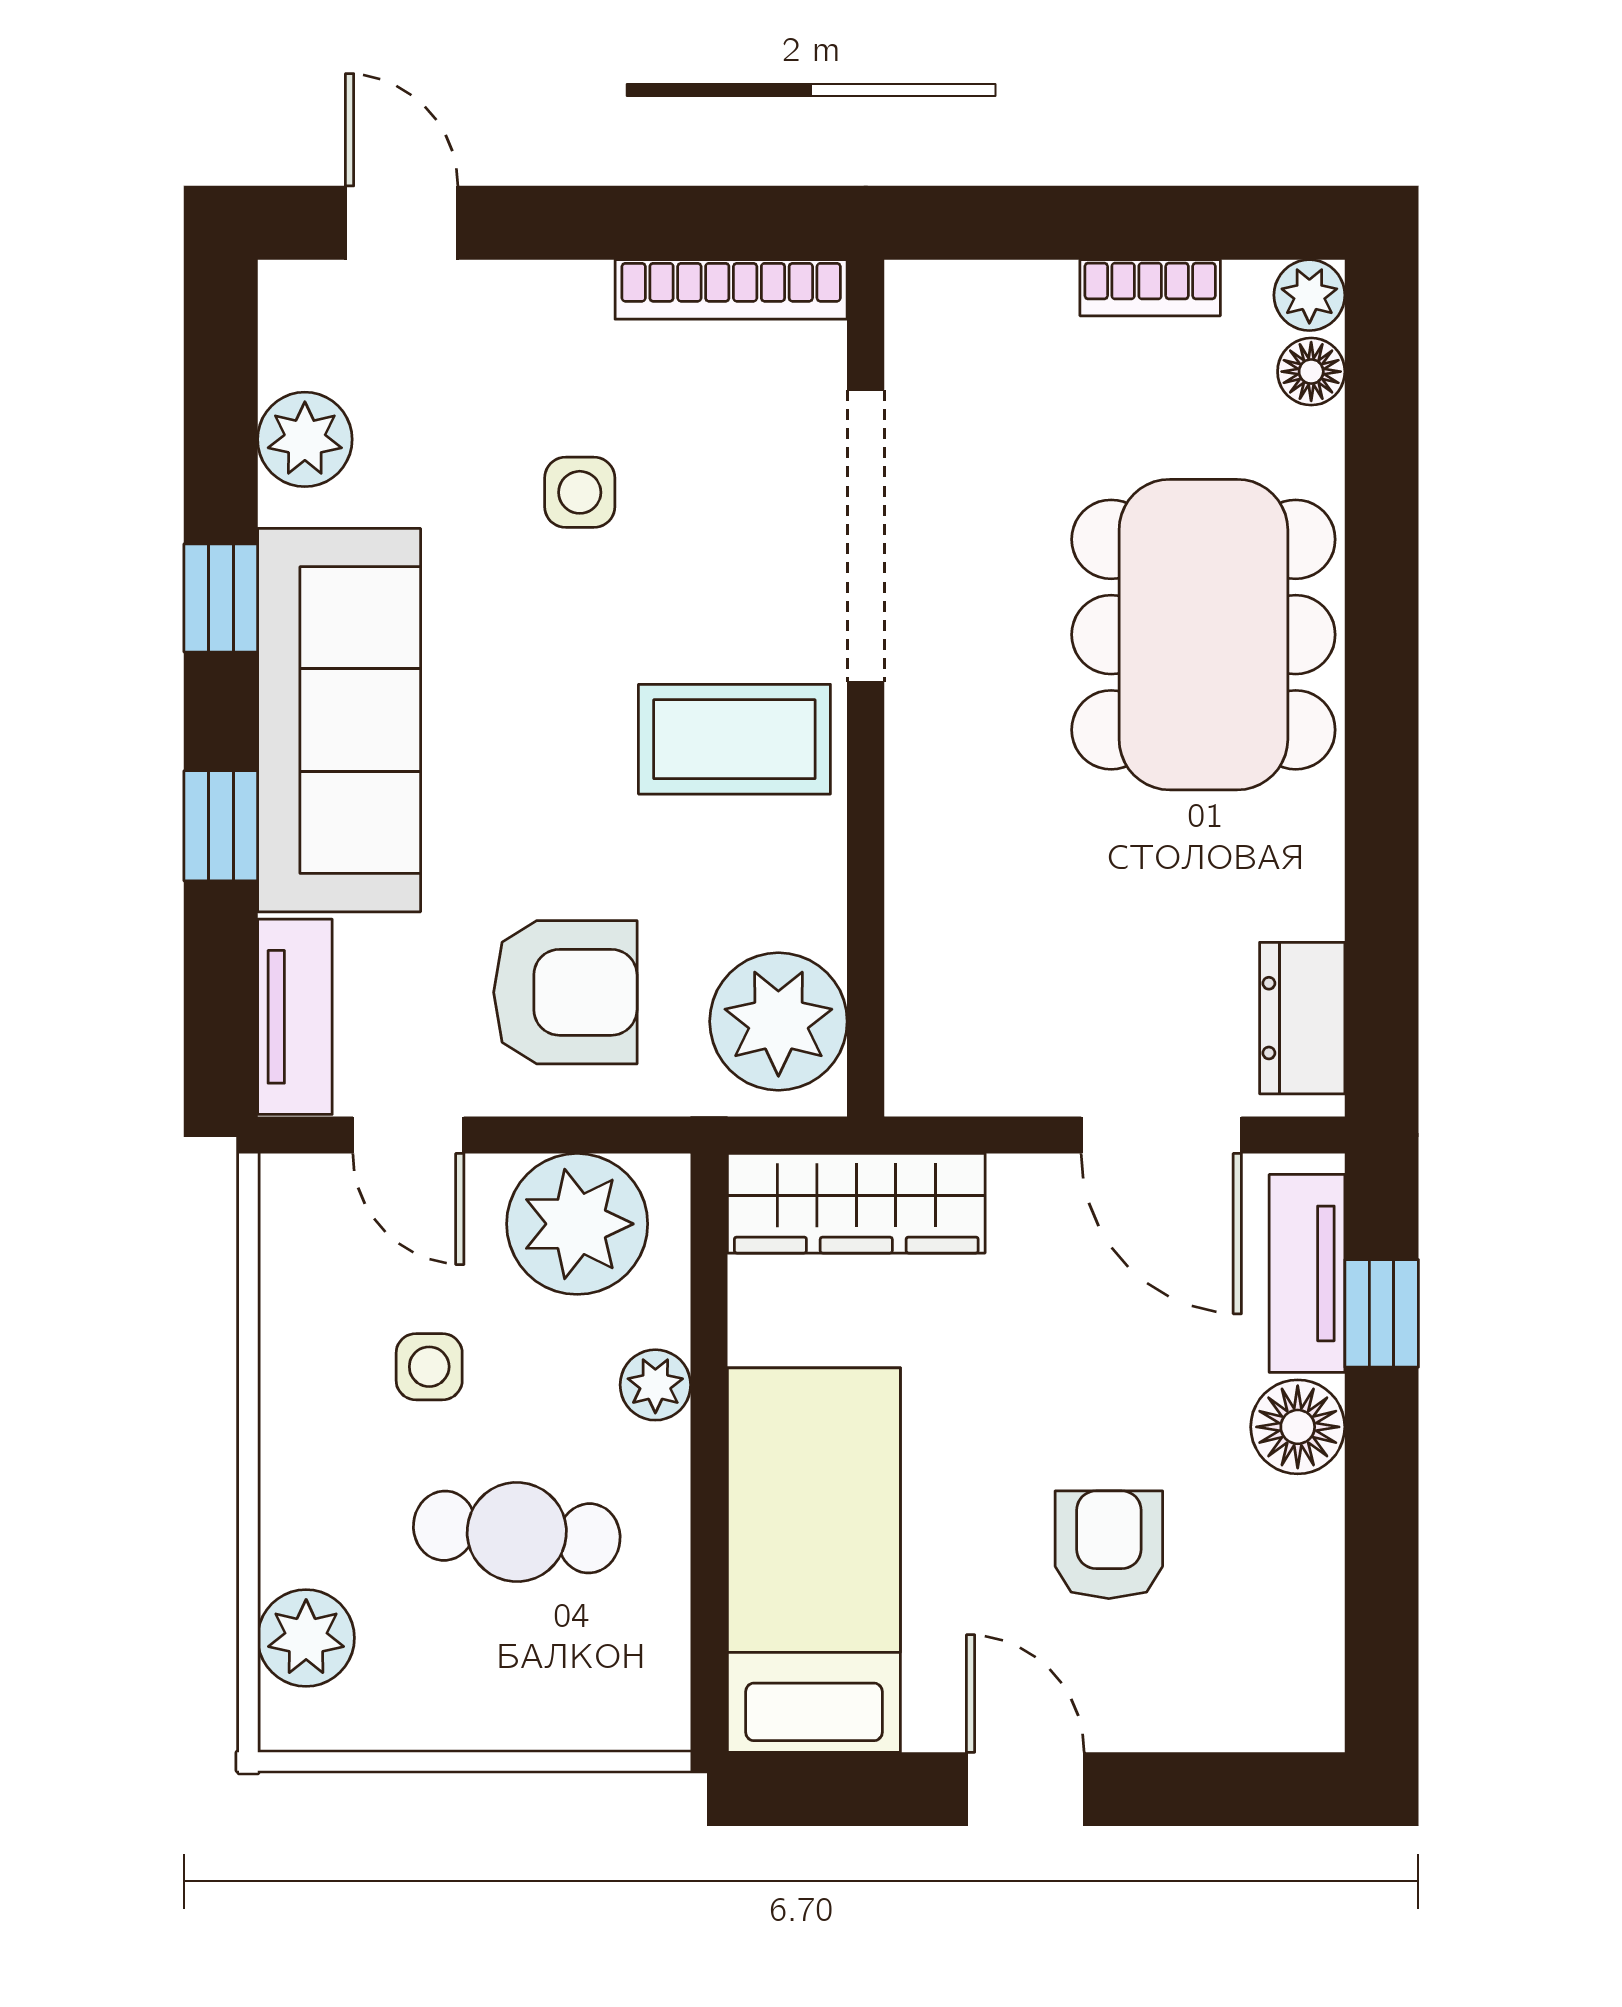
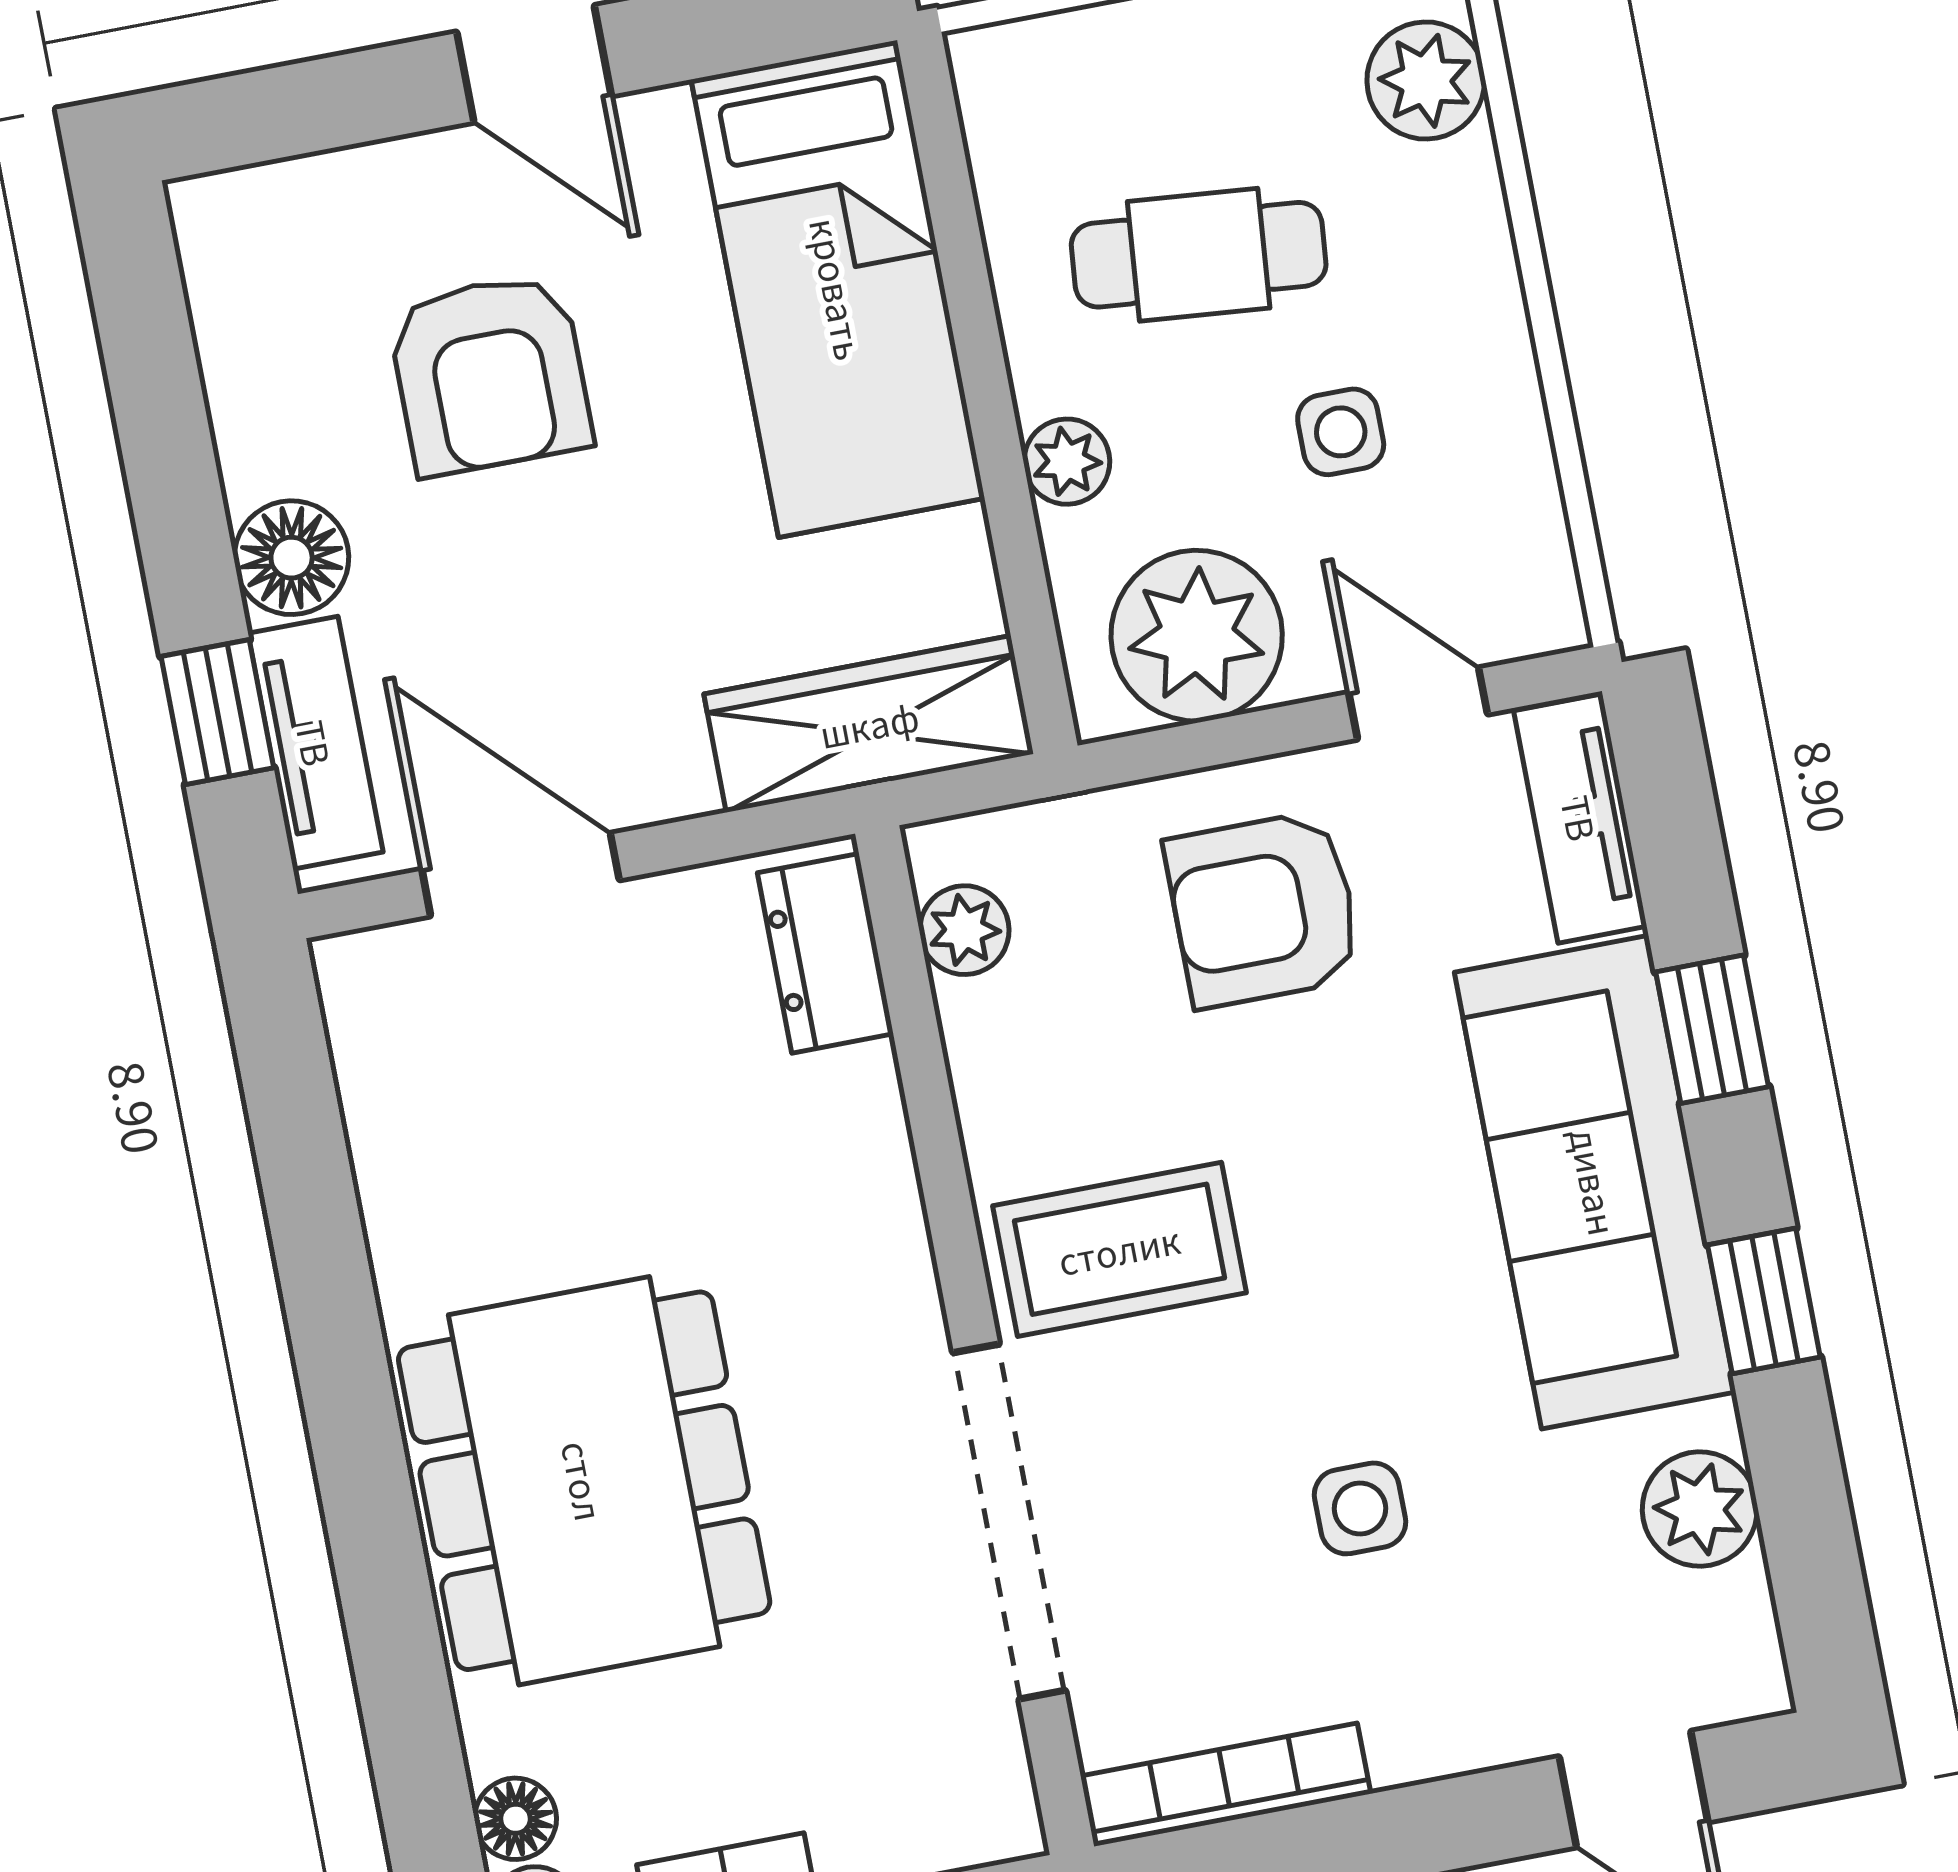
dresser: (1302, 1018) -> (825, 953), moved, turned 180
plant: (778, 1021) -> (964, 930), width x0.53, depth x0.53
armchair: (1109, 1545) -> (490, 374), width x1.38, depth x1.38

